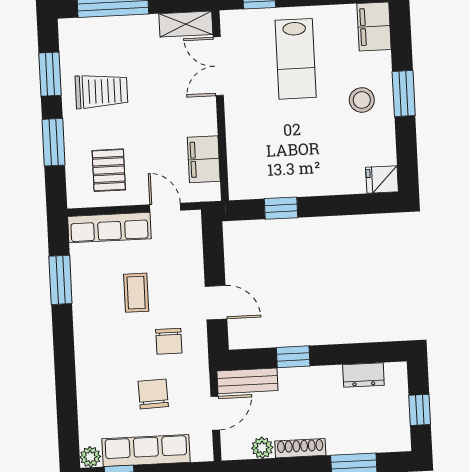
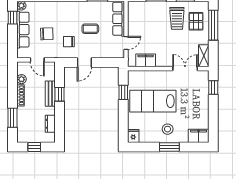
lab bench: (296, 59) -> (153, 101), moved, width x1.36, depth x1.39
pallet: (109, 170) -> (196, 21), moved, turned 90
bench: (247, 381) -> (50, 94), moved

